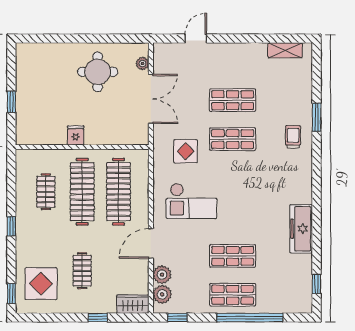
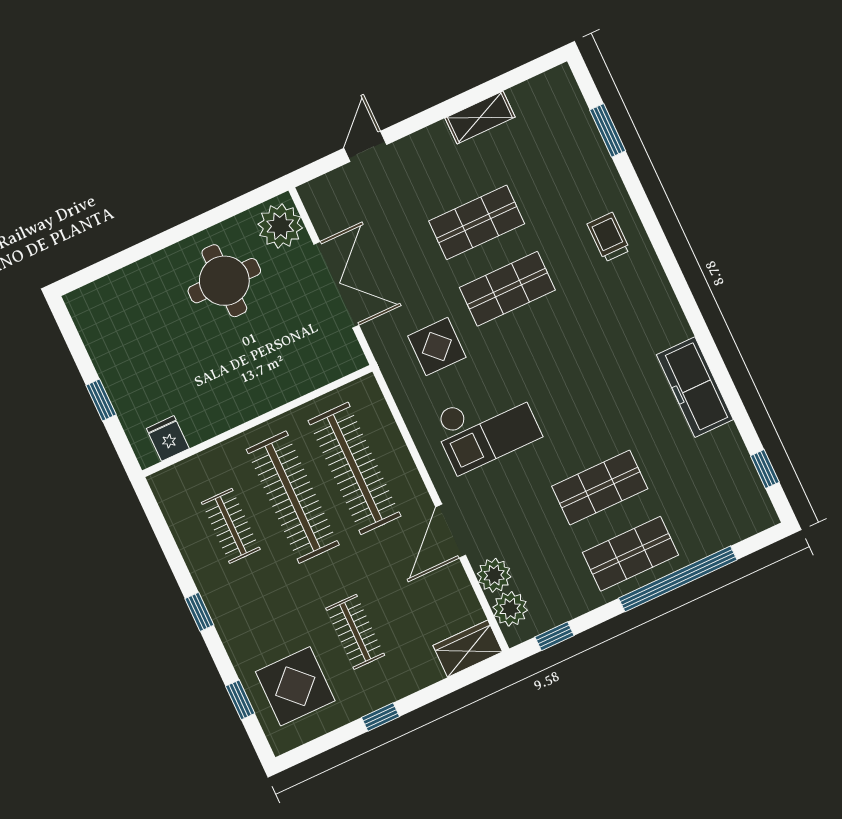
shelving: (285, 50) -> (480, 118), moved
plant: (142, 64) -> (280, 226), width x1.87, depth x1.87
window: (317, 117) -> (608, 130), moved
fridge: (76, 135) -> (168, 438), moved
window: (11, 294) -> (240, 700), moved
window: (98, 318) -> (381, 717), moved

